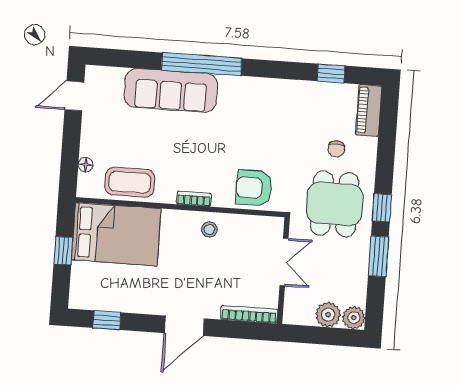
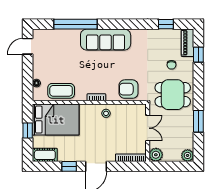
window: (202, 64) -> (76, 24), moved
sofa: (171, 90) -> (106, 40), moved
dining table: (335, 204) -> (173, 95), turned 90
window: (382, 208) -> (198, 55), moved
cot: (91, 298) -> (45, 155), added
plant: (328, 315) -> (156, 155), moved
window: (107, 320) -> (69, 166), moved

